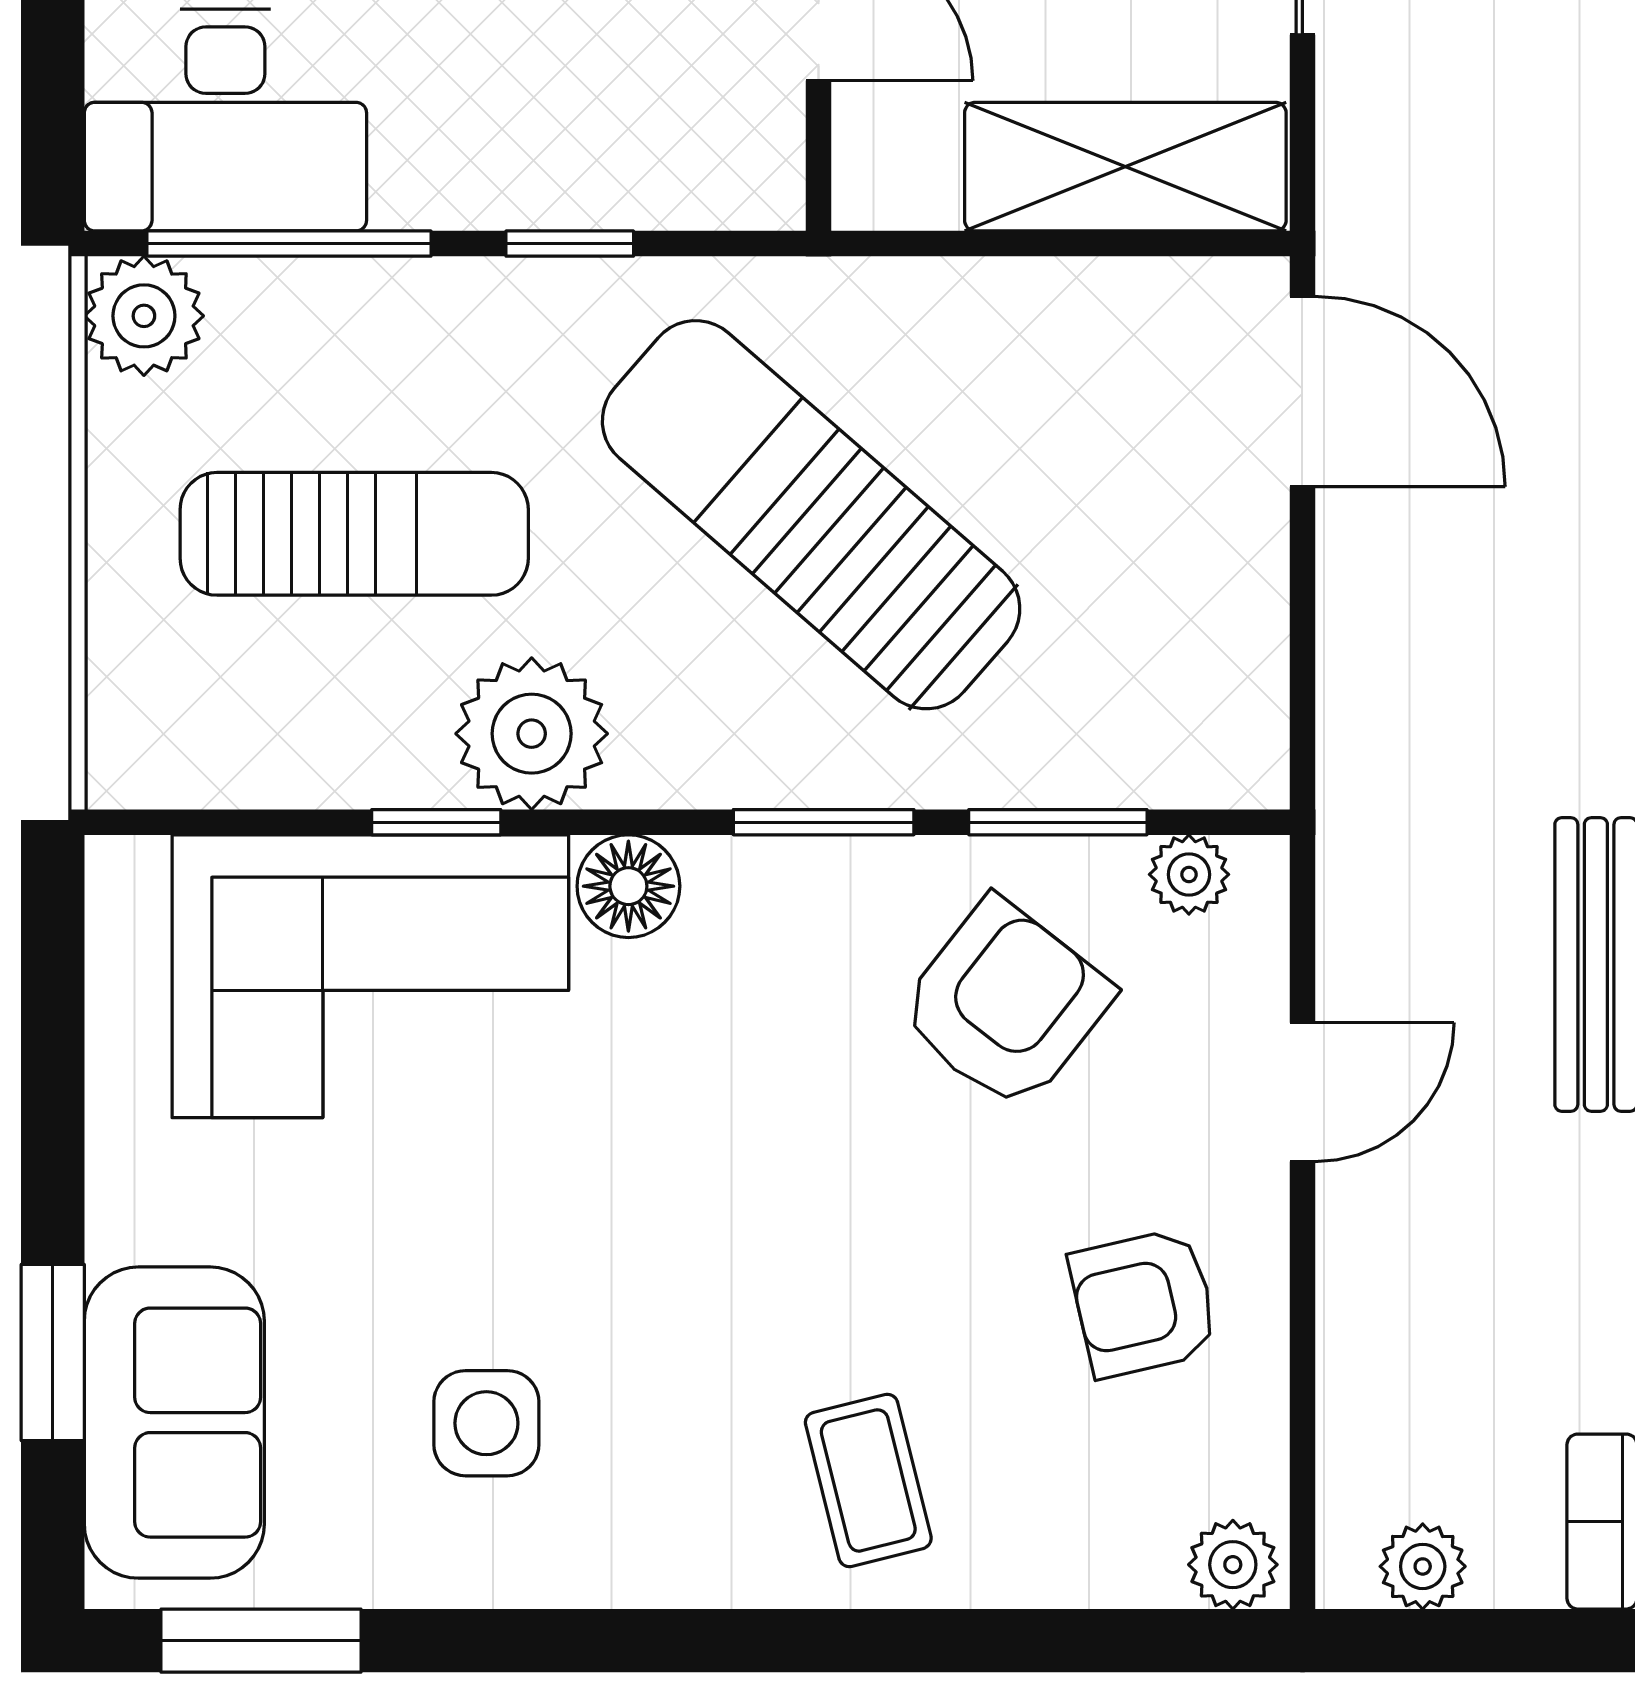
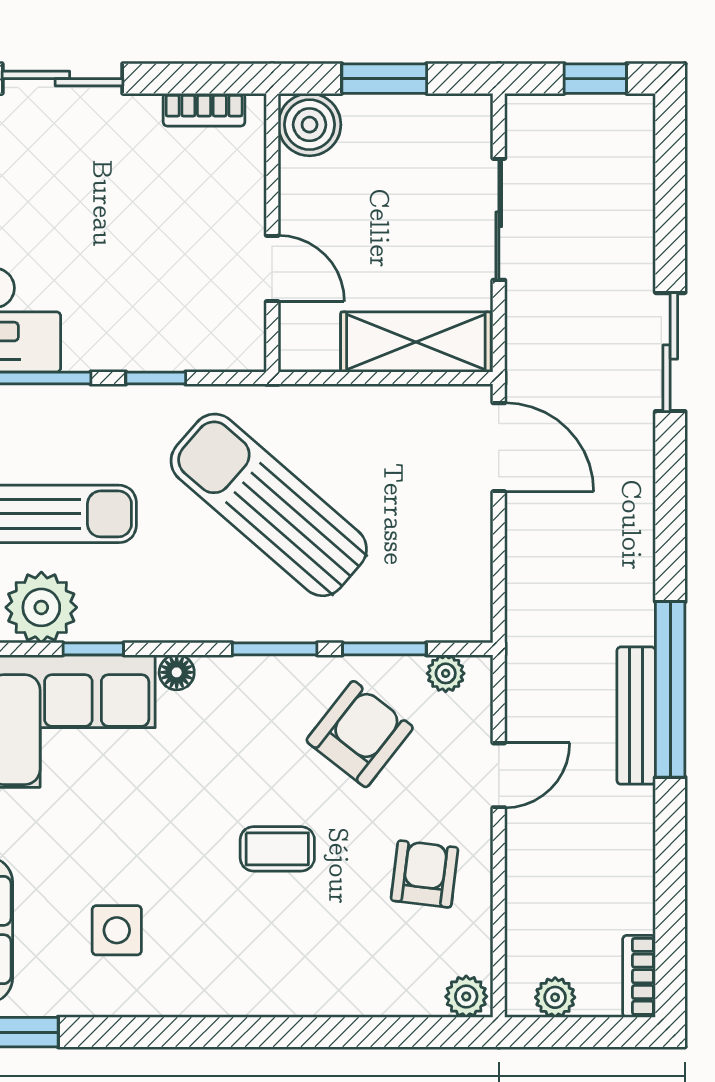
plant: (532, 734) -> (41, 607), moved
floor lamp: (628, 886) -> (177, 672), width x0.73, depth x0.73
armchair: (1144, 1303) -> (425, 874), turned 110
coffee table: (868, 1480) -> (277, 849), moved, turned -76

